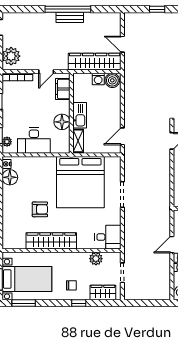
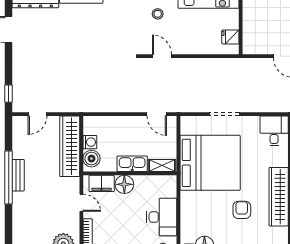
window: (157, 9) -> (9, 94), moved
door: (122, 44) -> (37, 114), moved
boiler: (112, 80) -> (91, 159), moved
floor lamp: (62, 122) -> (124, 184), moved

